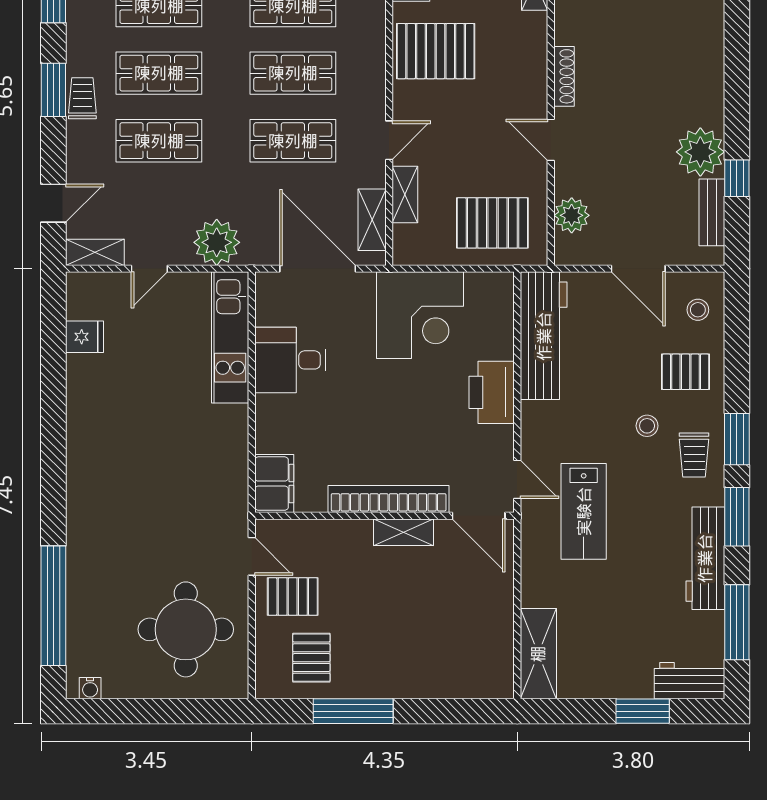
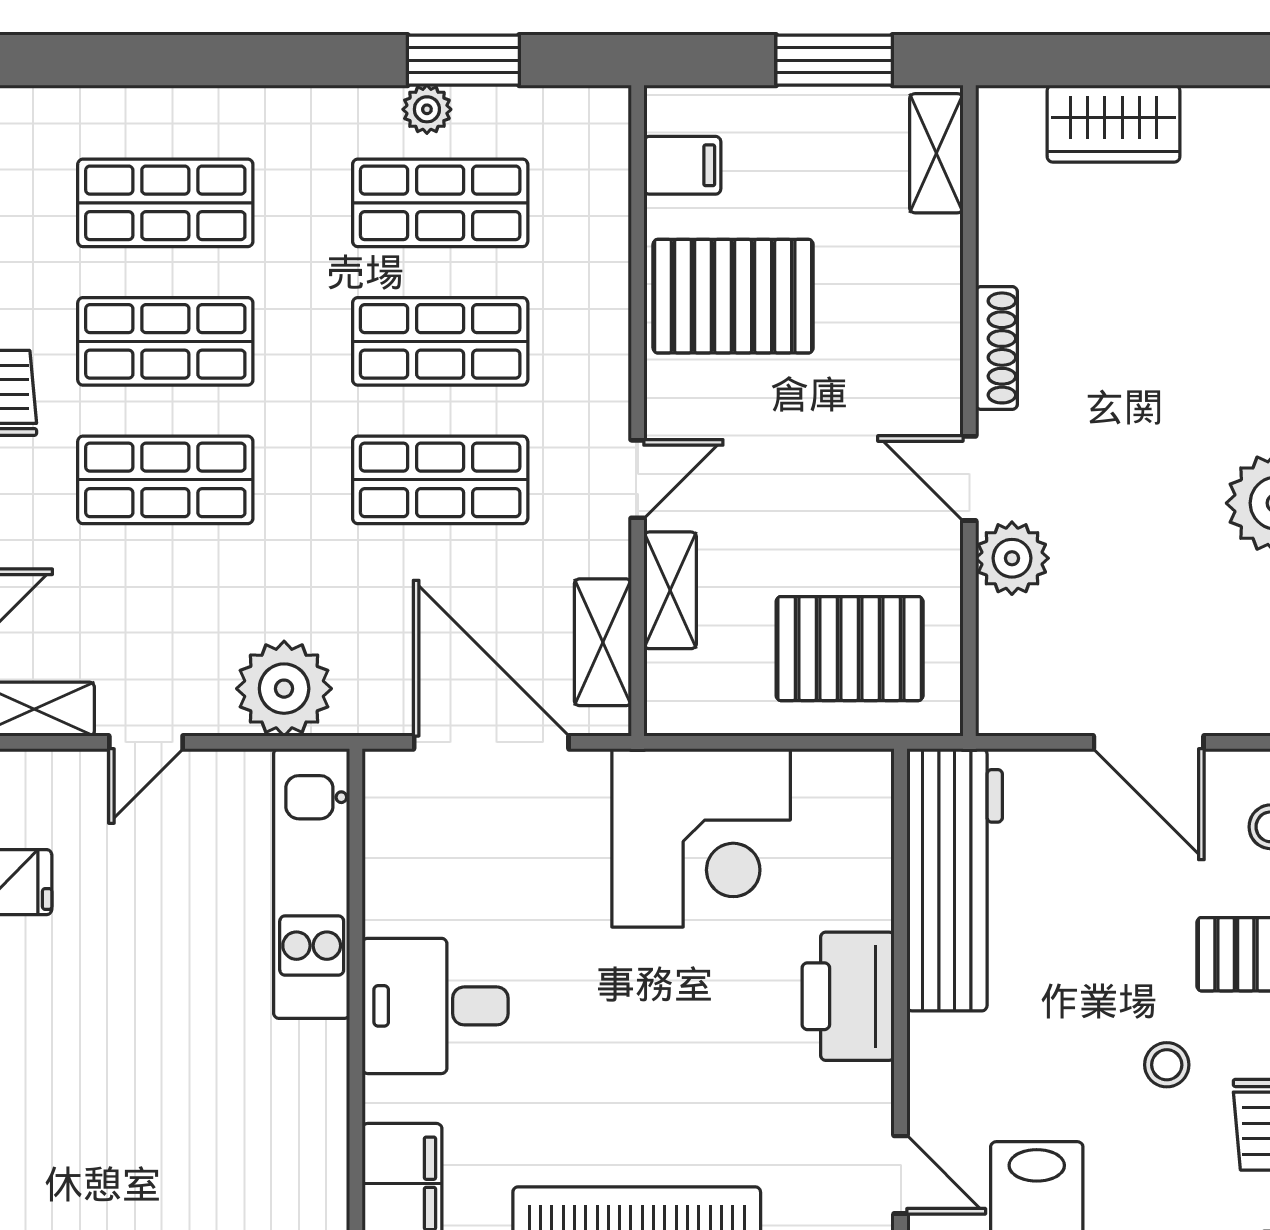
plant: (572, 215) -> (1012, 558), moved
desk: (290, 360) -> (435, 1006), moved

